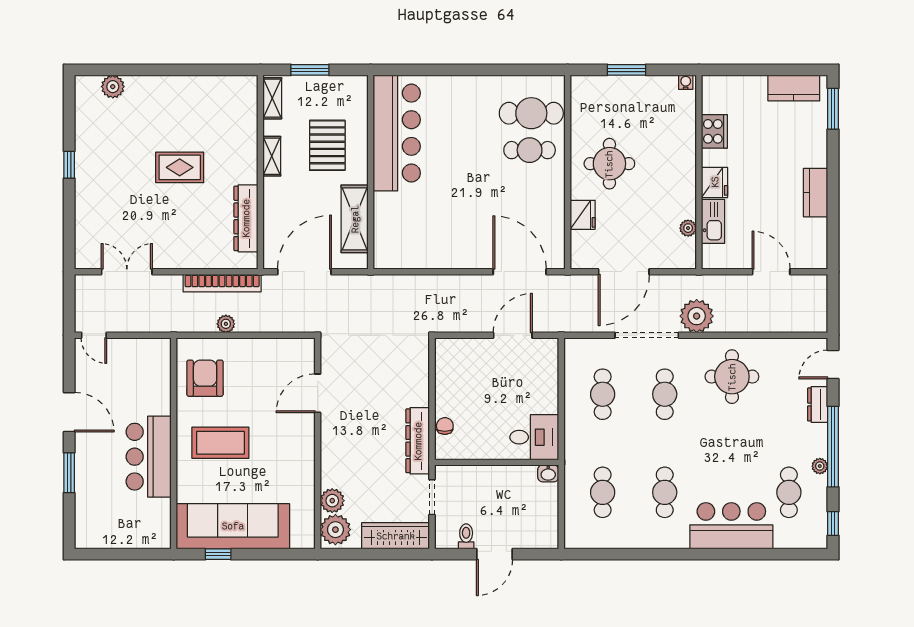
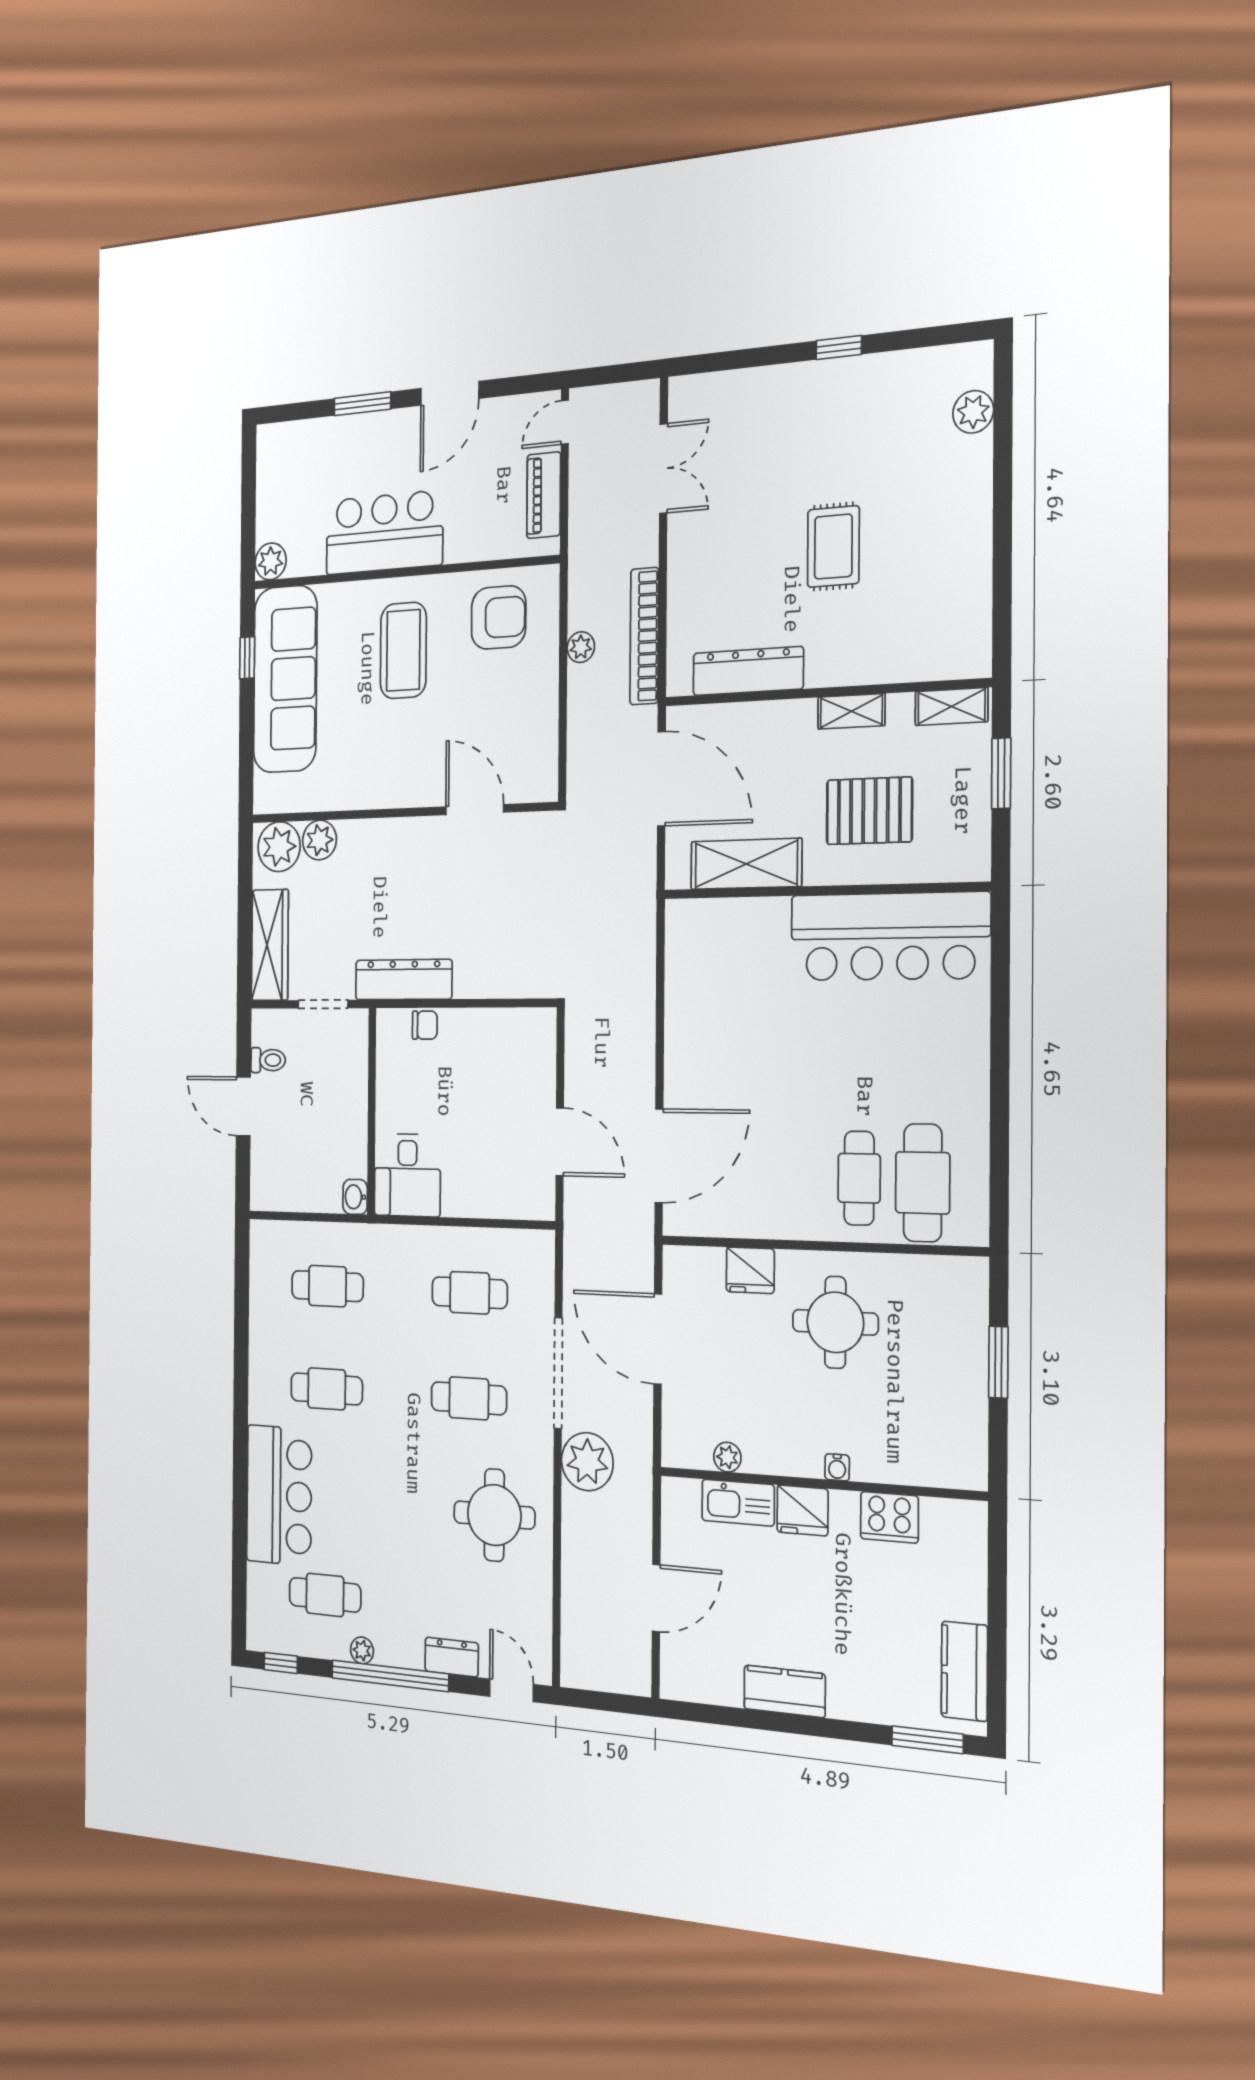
water cooler: (686, 82) -> (837, 1467), moved, turned 90
piano: (135, 349) -> (544, 495), added
plant: (160, 538) -> (271, 561), added

